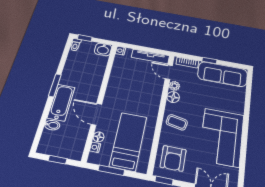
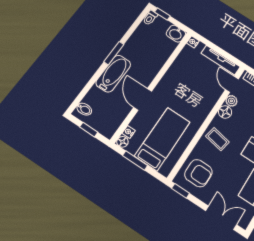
bidet: (52, 125) -> (84, 109), moved
floor lamp: (99, 137) -> (122, 142), moved
armchair: (173, 158) -> (198, 173), turned -90

